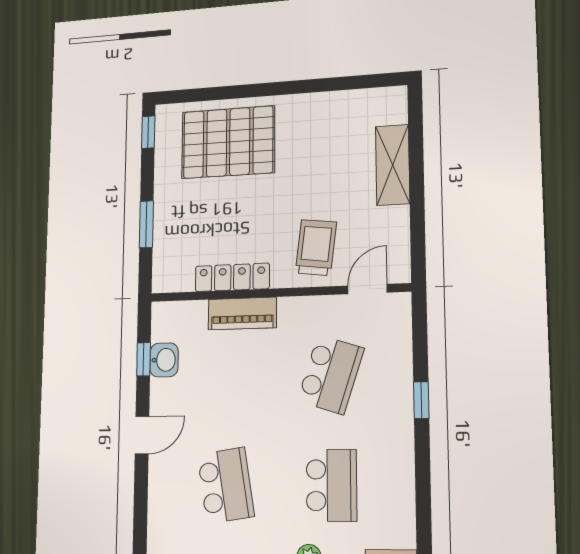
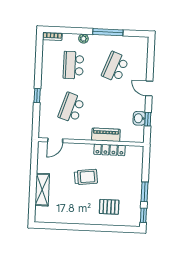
pallet: (228, 142) -> (109, 207), width x0.49, depth x0.50
window: (146, 224) -> (144, 192), moved
trolley: (316, 248) -> (86, 177), moved, turned -104
door: (142, 435) -> (149, 89), hinge flipped
school desk: (226, 485) -> (115, 67), turned 30

